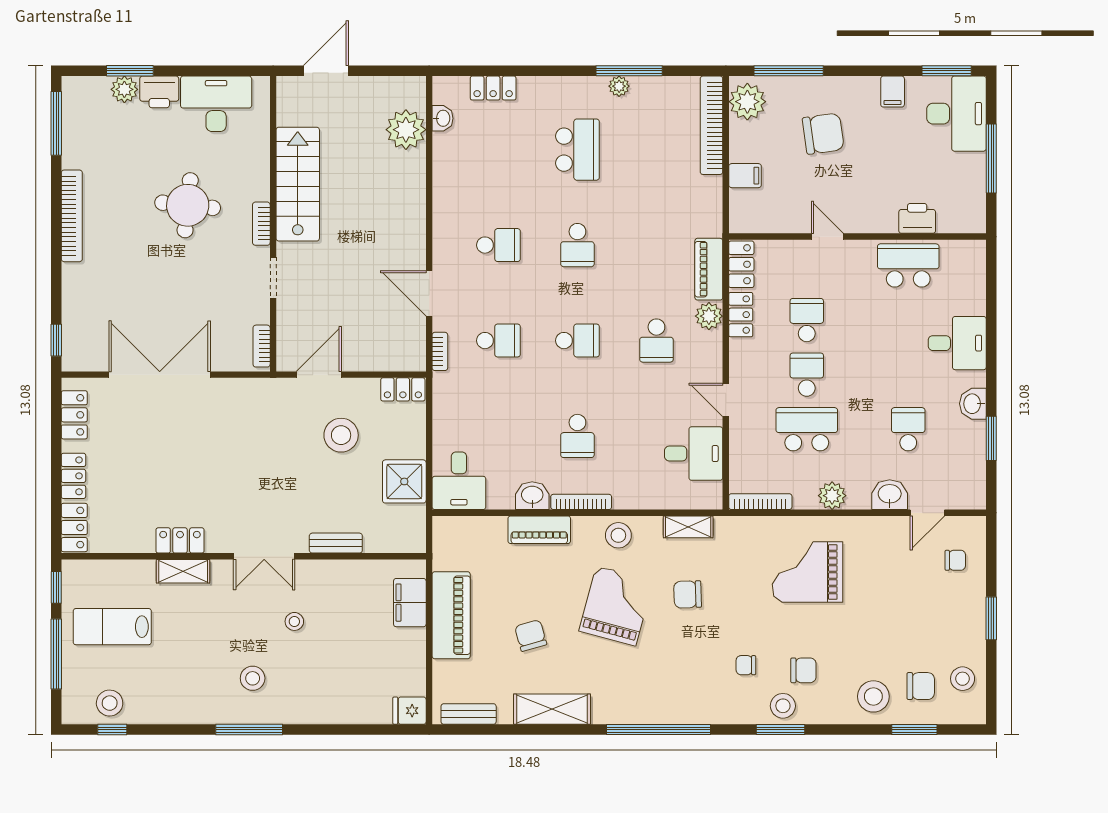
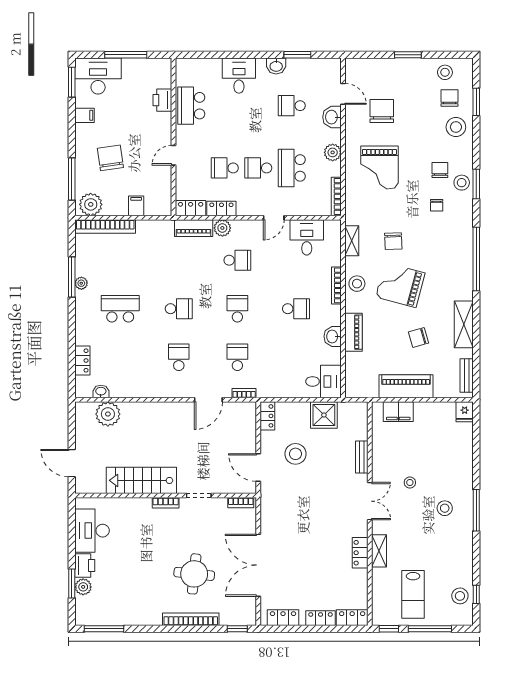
round table: (188, 205) -> (194, 574), moved
bookcase: (72, 216) -> (191, 619), moved
bookcase: (581, 502) -> (336, 285), moved
chair: (955, 560) -> (382, 111), moved, width x1.87, depth x1.87

